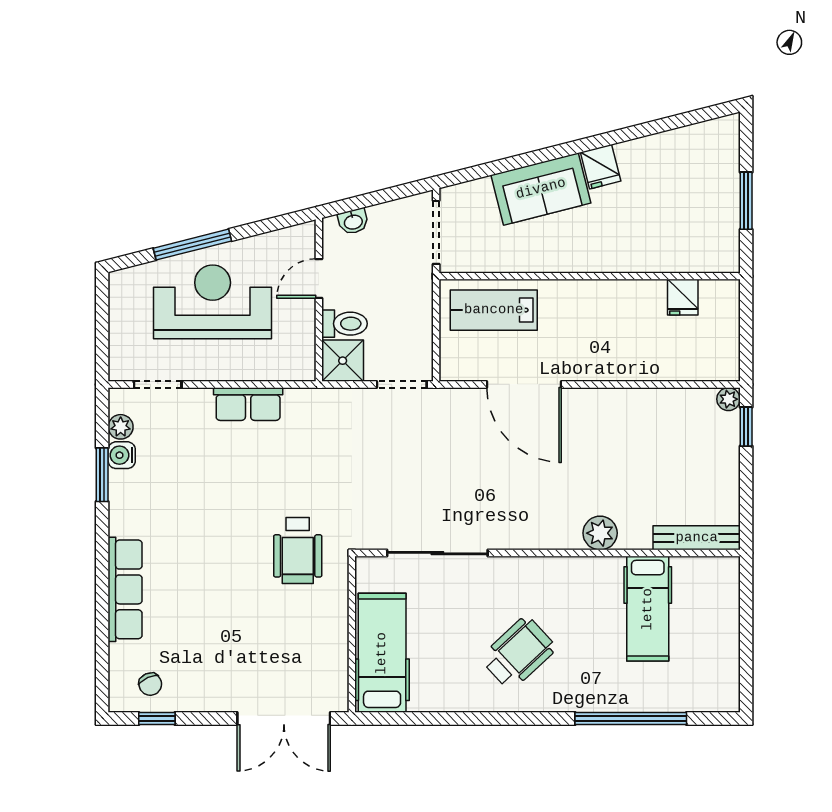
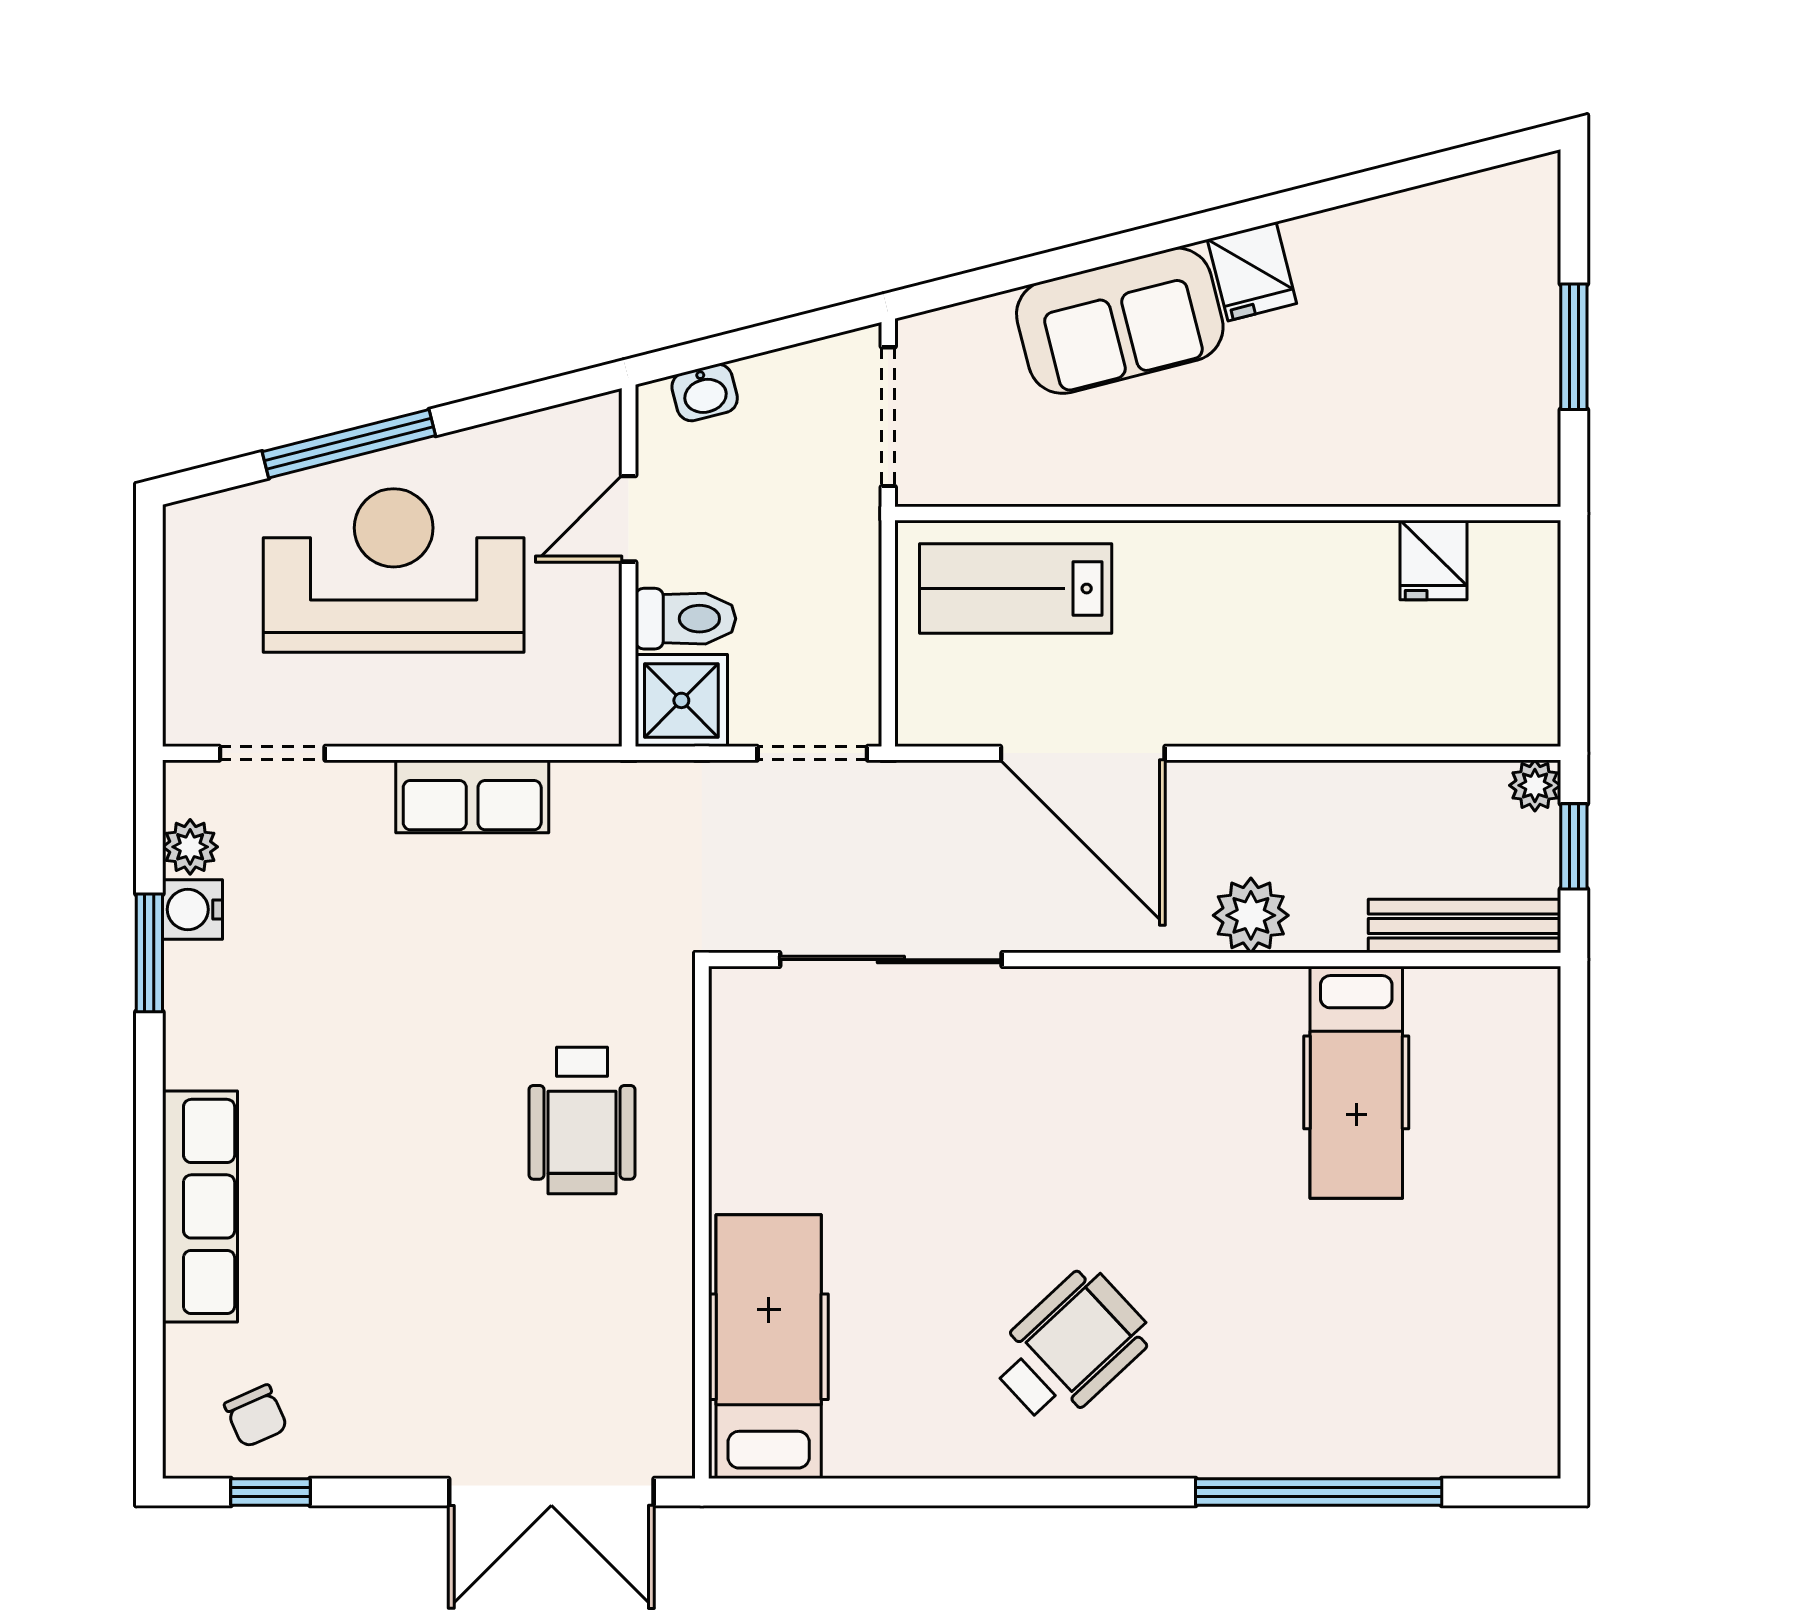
plant: (600, 533) -> (1251, 915), moved
bench: (697, 538) -> (1465, 926), moved
sliding door: (437, 553) -> (891, 960), moved
wall: (547, 553) -> (1135, 960), moved
hospital bed: (648, 609) -> (1356, 1082), moved

